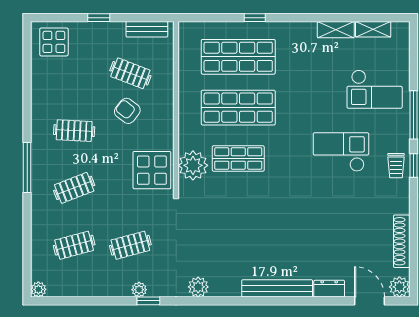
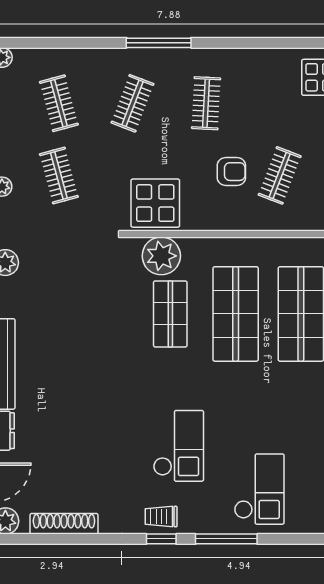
checkout: (375, 89) -> (259, 489), turned 180
armchair: (127, 111) -> (231, 172), turned 52
clothes rail: (74, 188) -> (132, 103), turned 42

